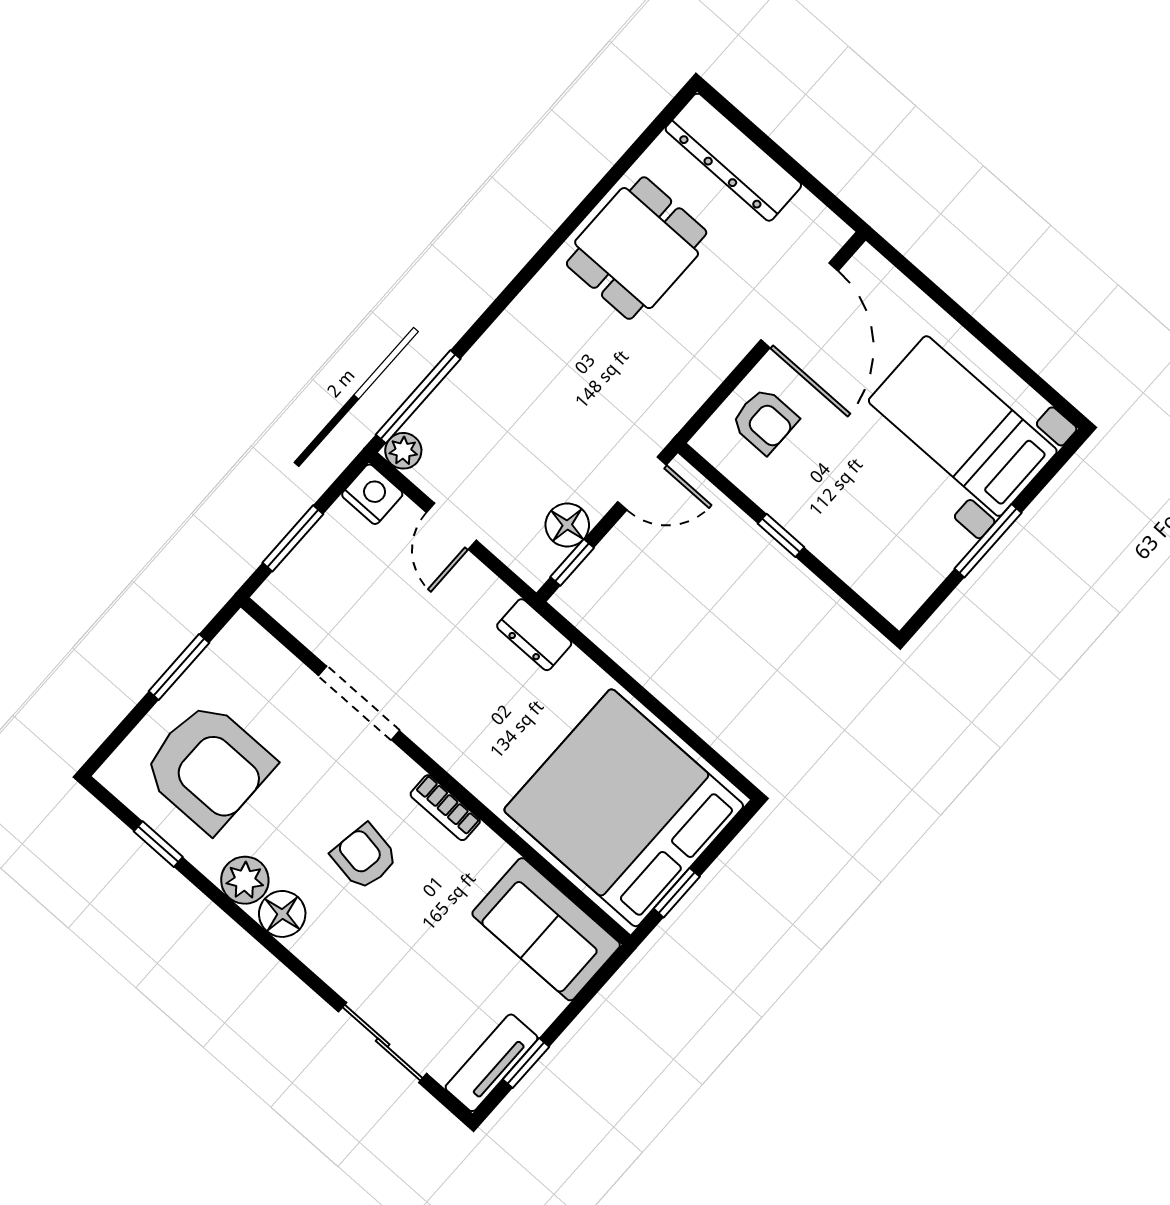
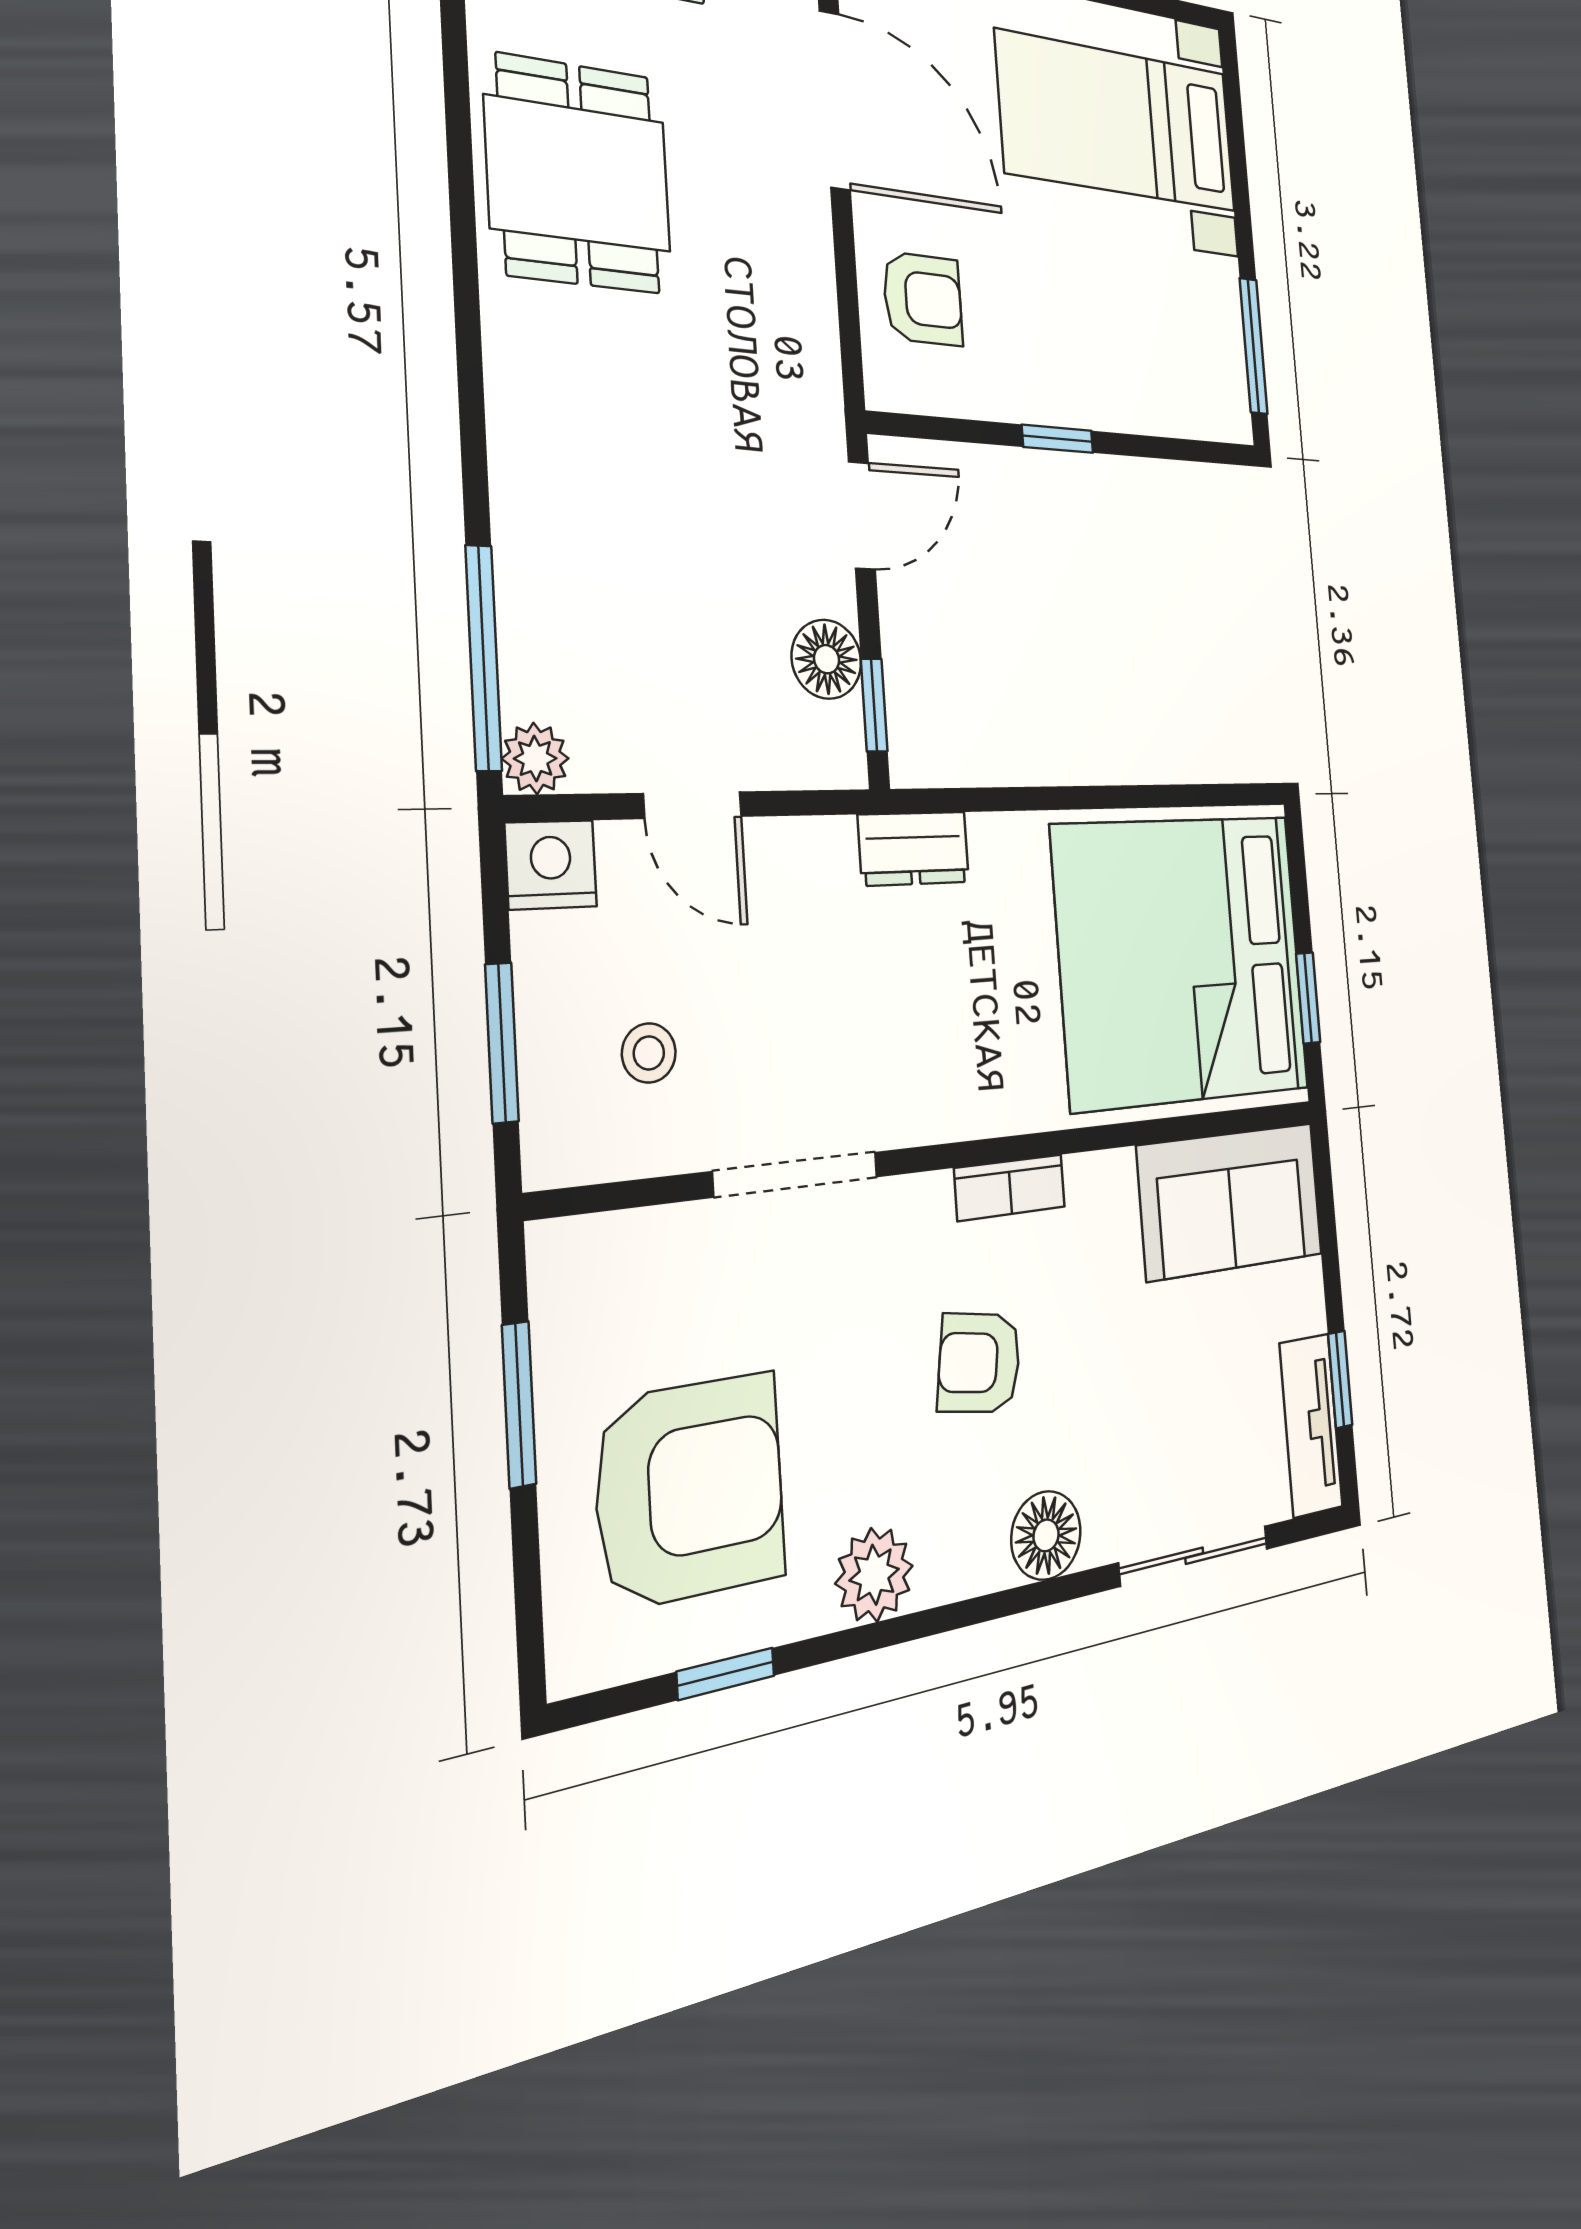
window: (988, 541) -> (1253, 346), moved
stool: (344, 598) -> (649, 1053), added
floor lamp: (282, 914) -> (1046, 1535), moved

